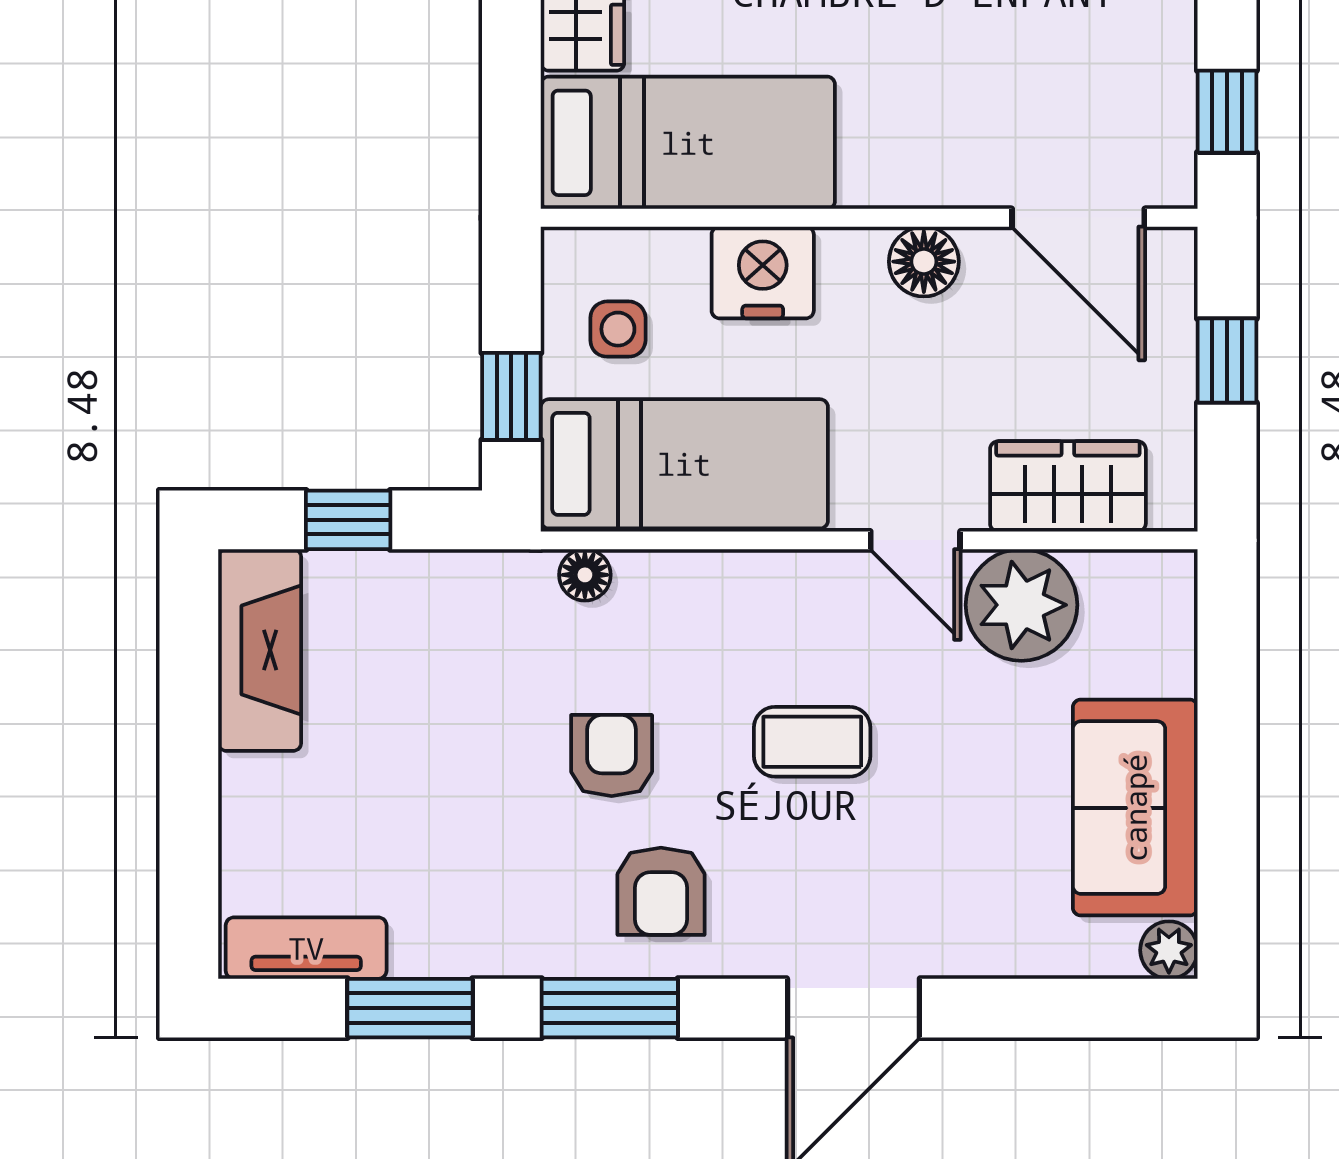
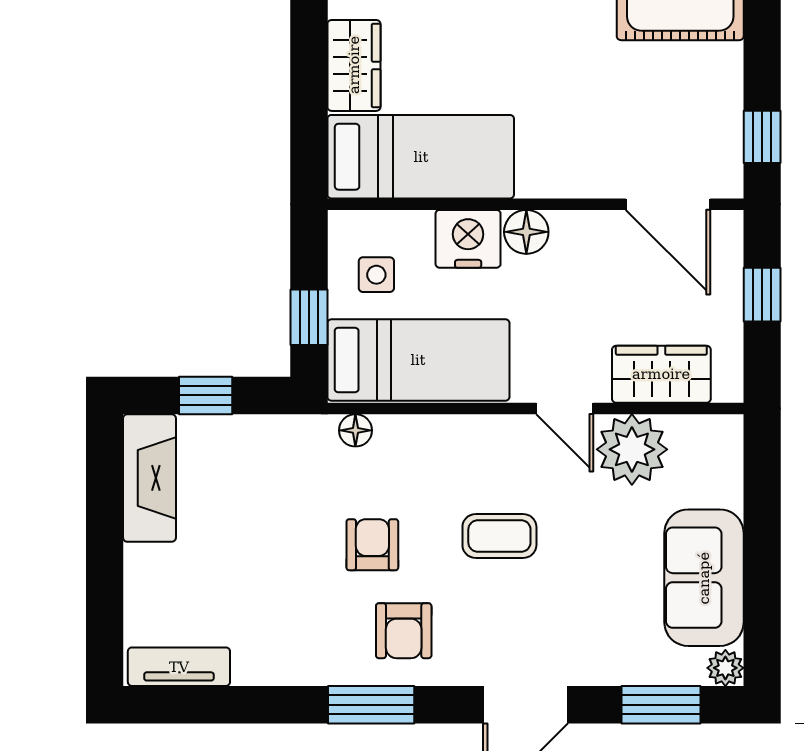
floor lamp: (924, 262) -> (526, 232), moved
window: (410, 1008) -> (661, 705), moved

